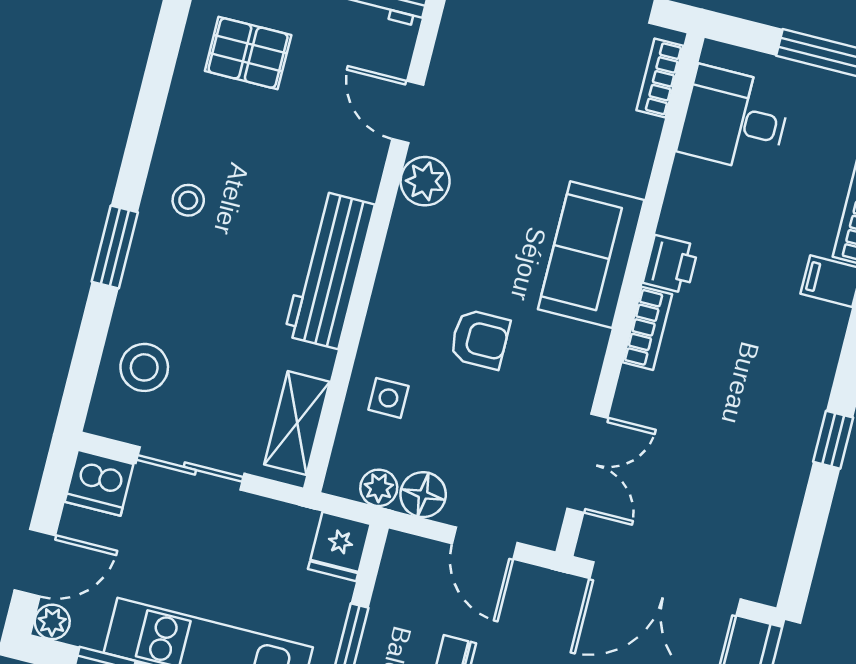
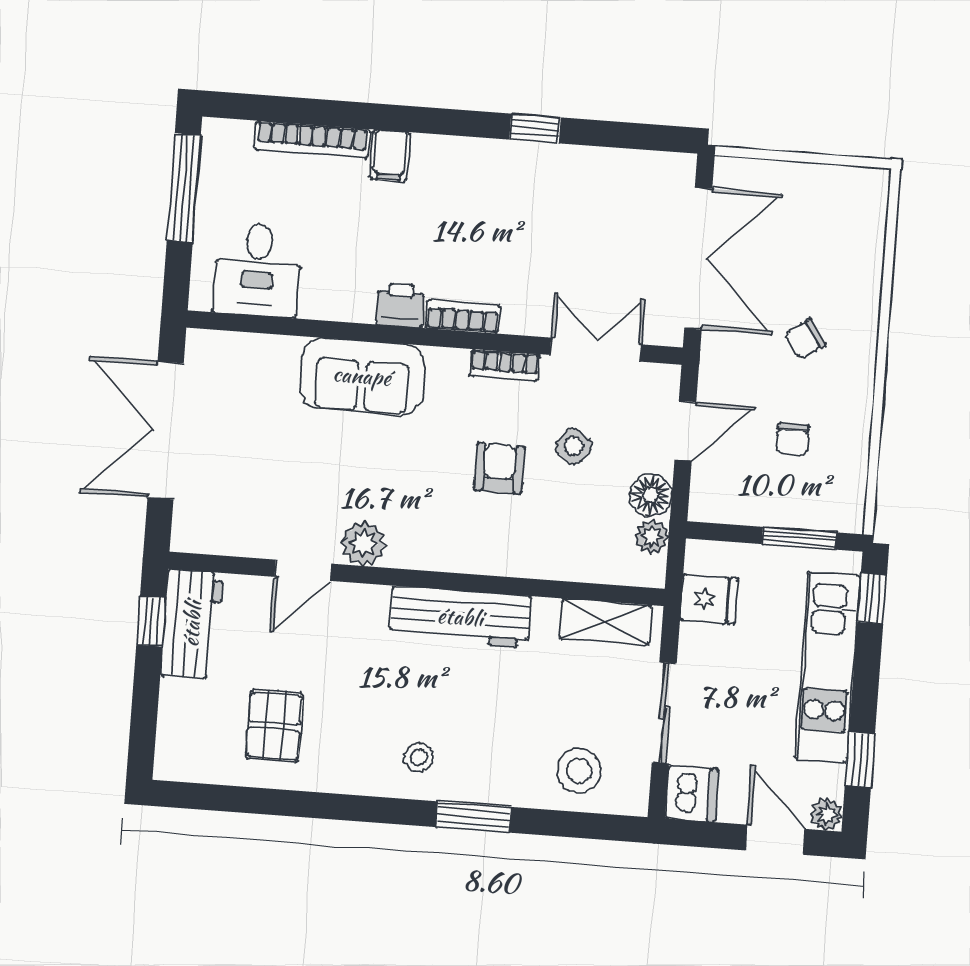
bookcase: (660, 78) -> (505, 365), moved
sofa: (591, 255) -> (362, 376), moved
side table: (388, 398) -> (574, 446), moved, turned 37
fridge: (339, 546) -> (709, 599), moved

